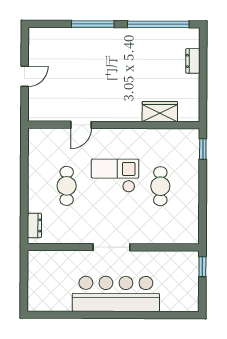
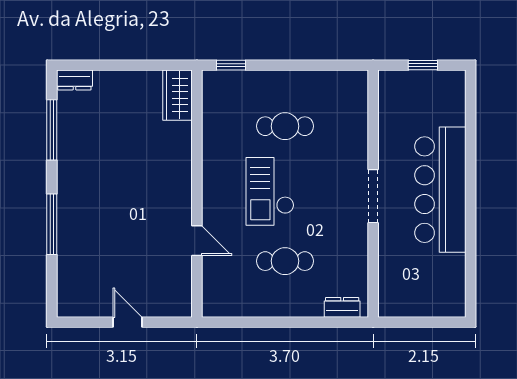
window: (158, 24) -> (52, 130), width x0.68
dresser: (193, 61) -> (74, 80), moved
wardrobe: (160, 112) -> (177, 95), moved
window: (202, 267) -> (423, 65), moved

